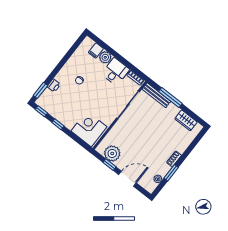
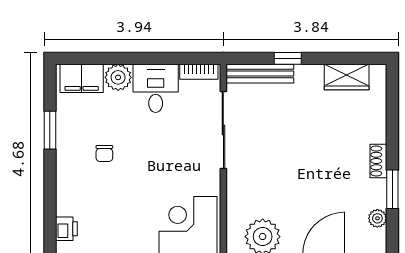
filing cabinet: (96, 51) -> (82, 78), width x2.00
printer: (54, 85) -> (66, 229), moved
window: (40, 90) -> (50, 130), moved
window: (170, 98) -> (288, 58), width x0.46

